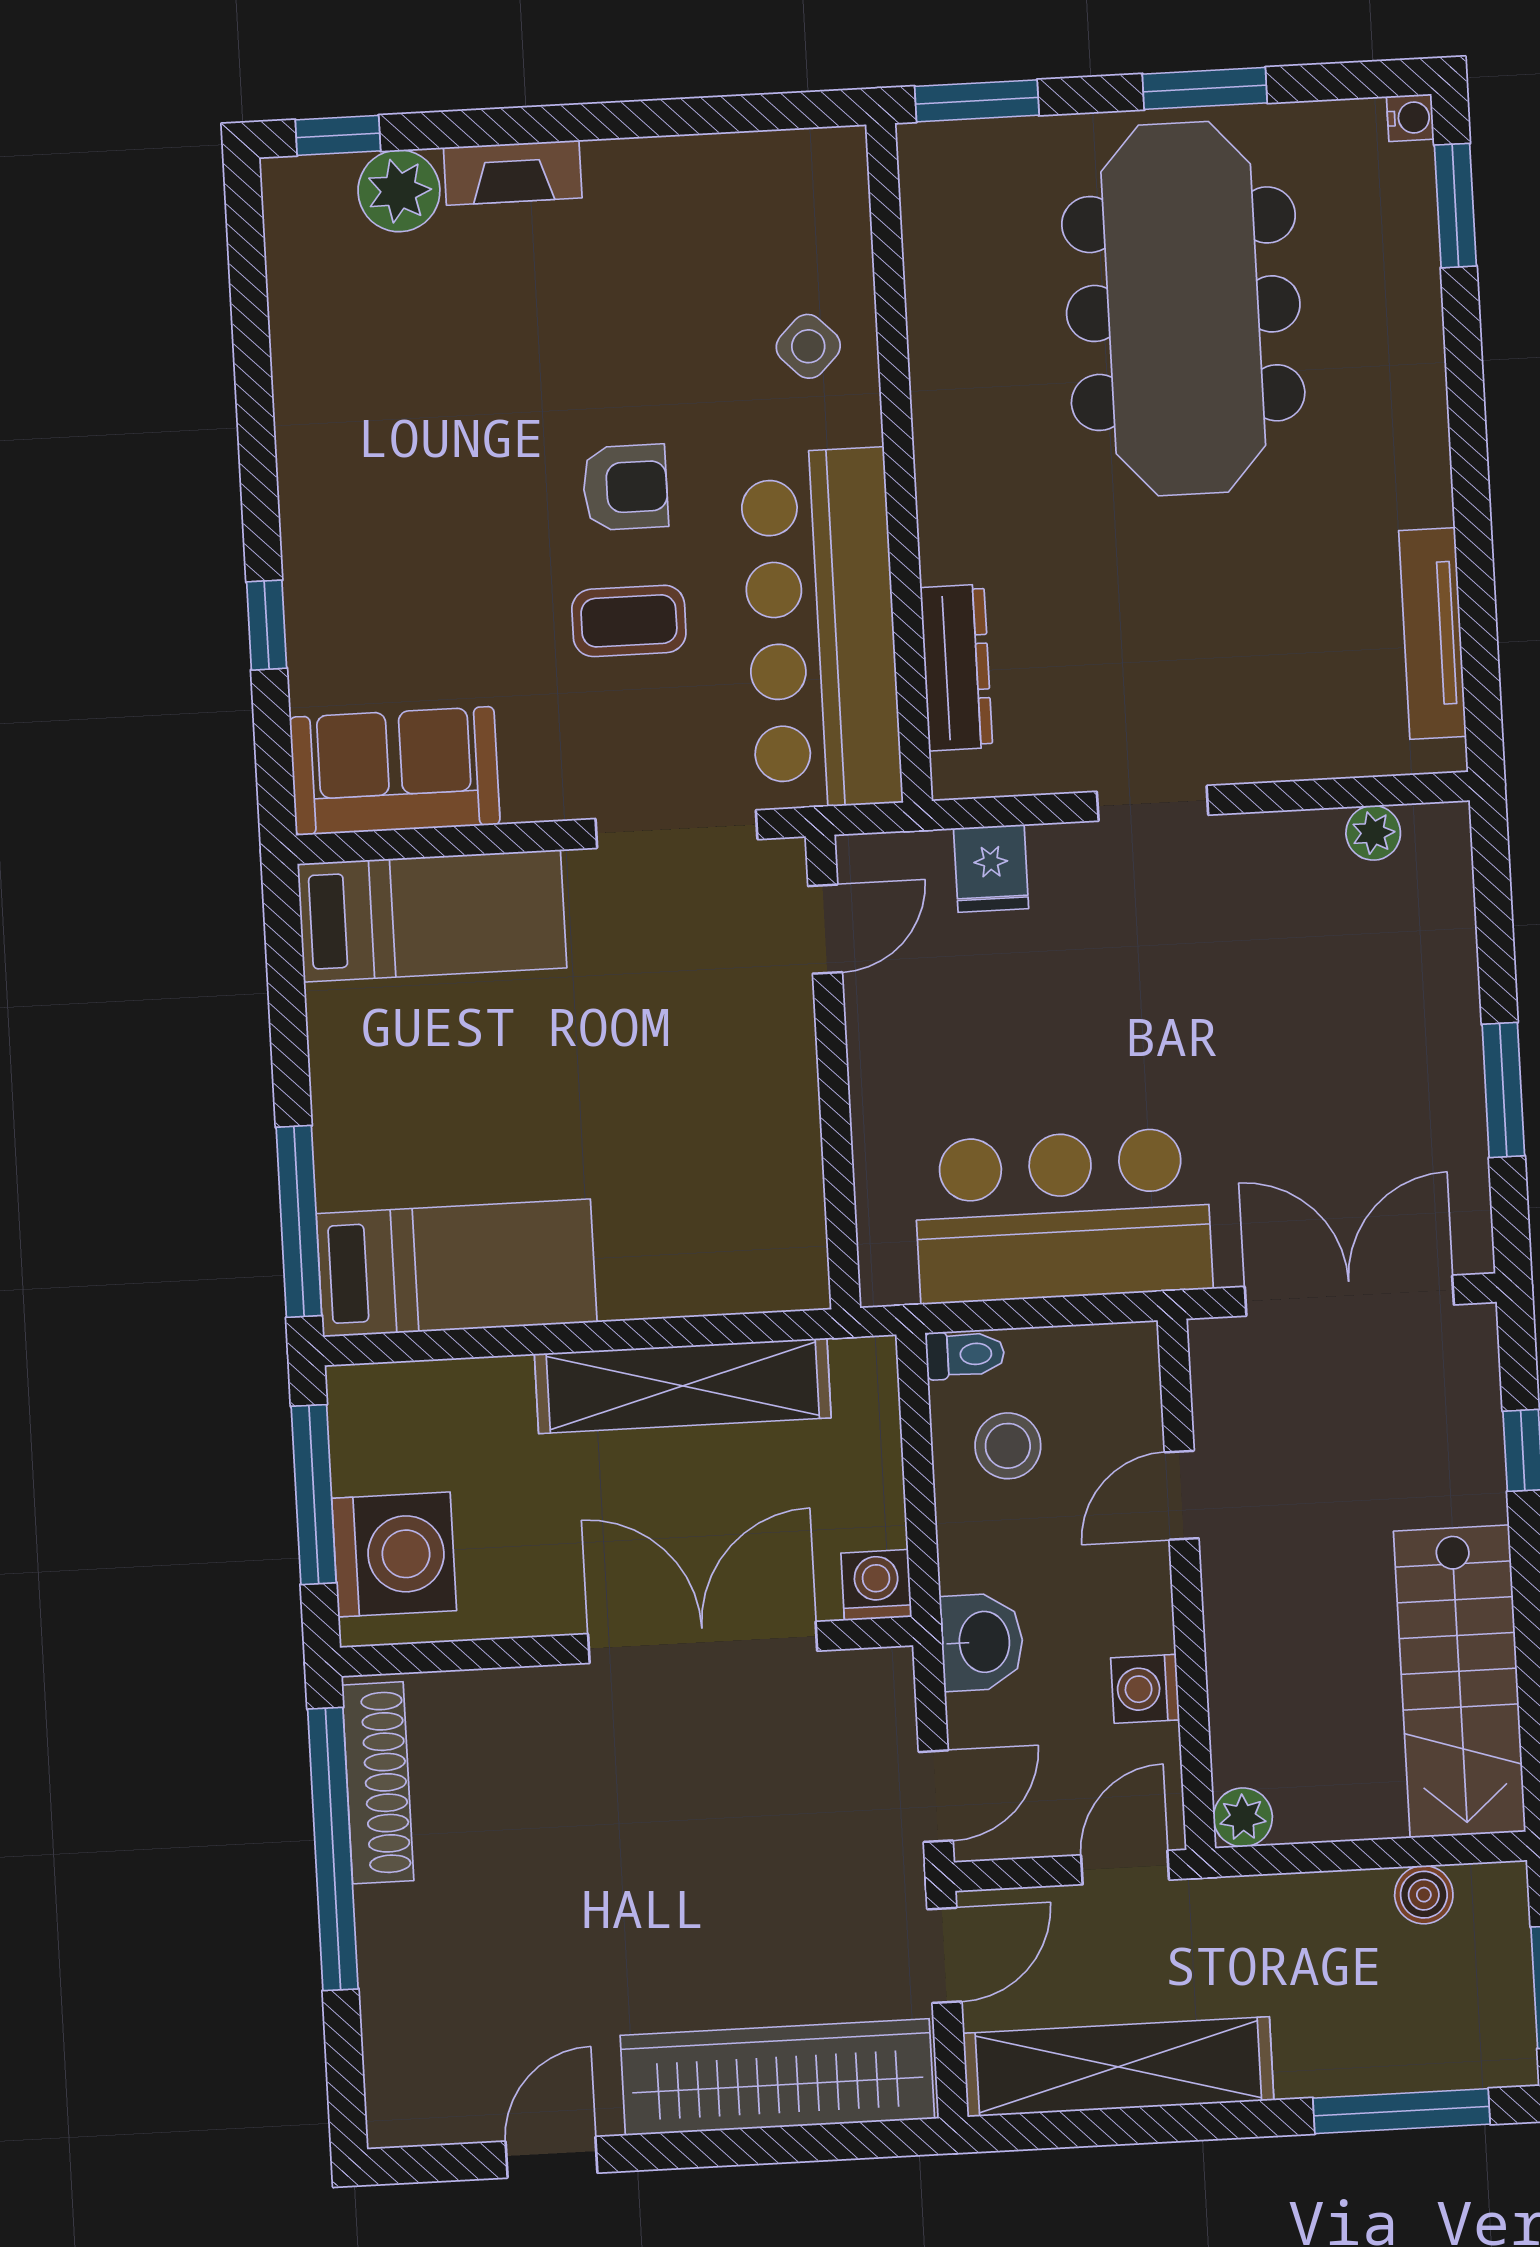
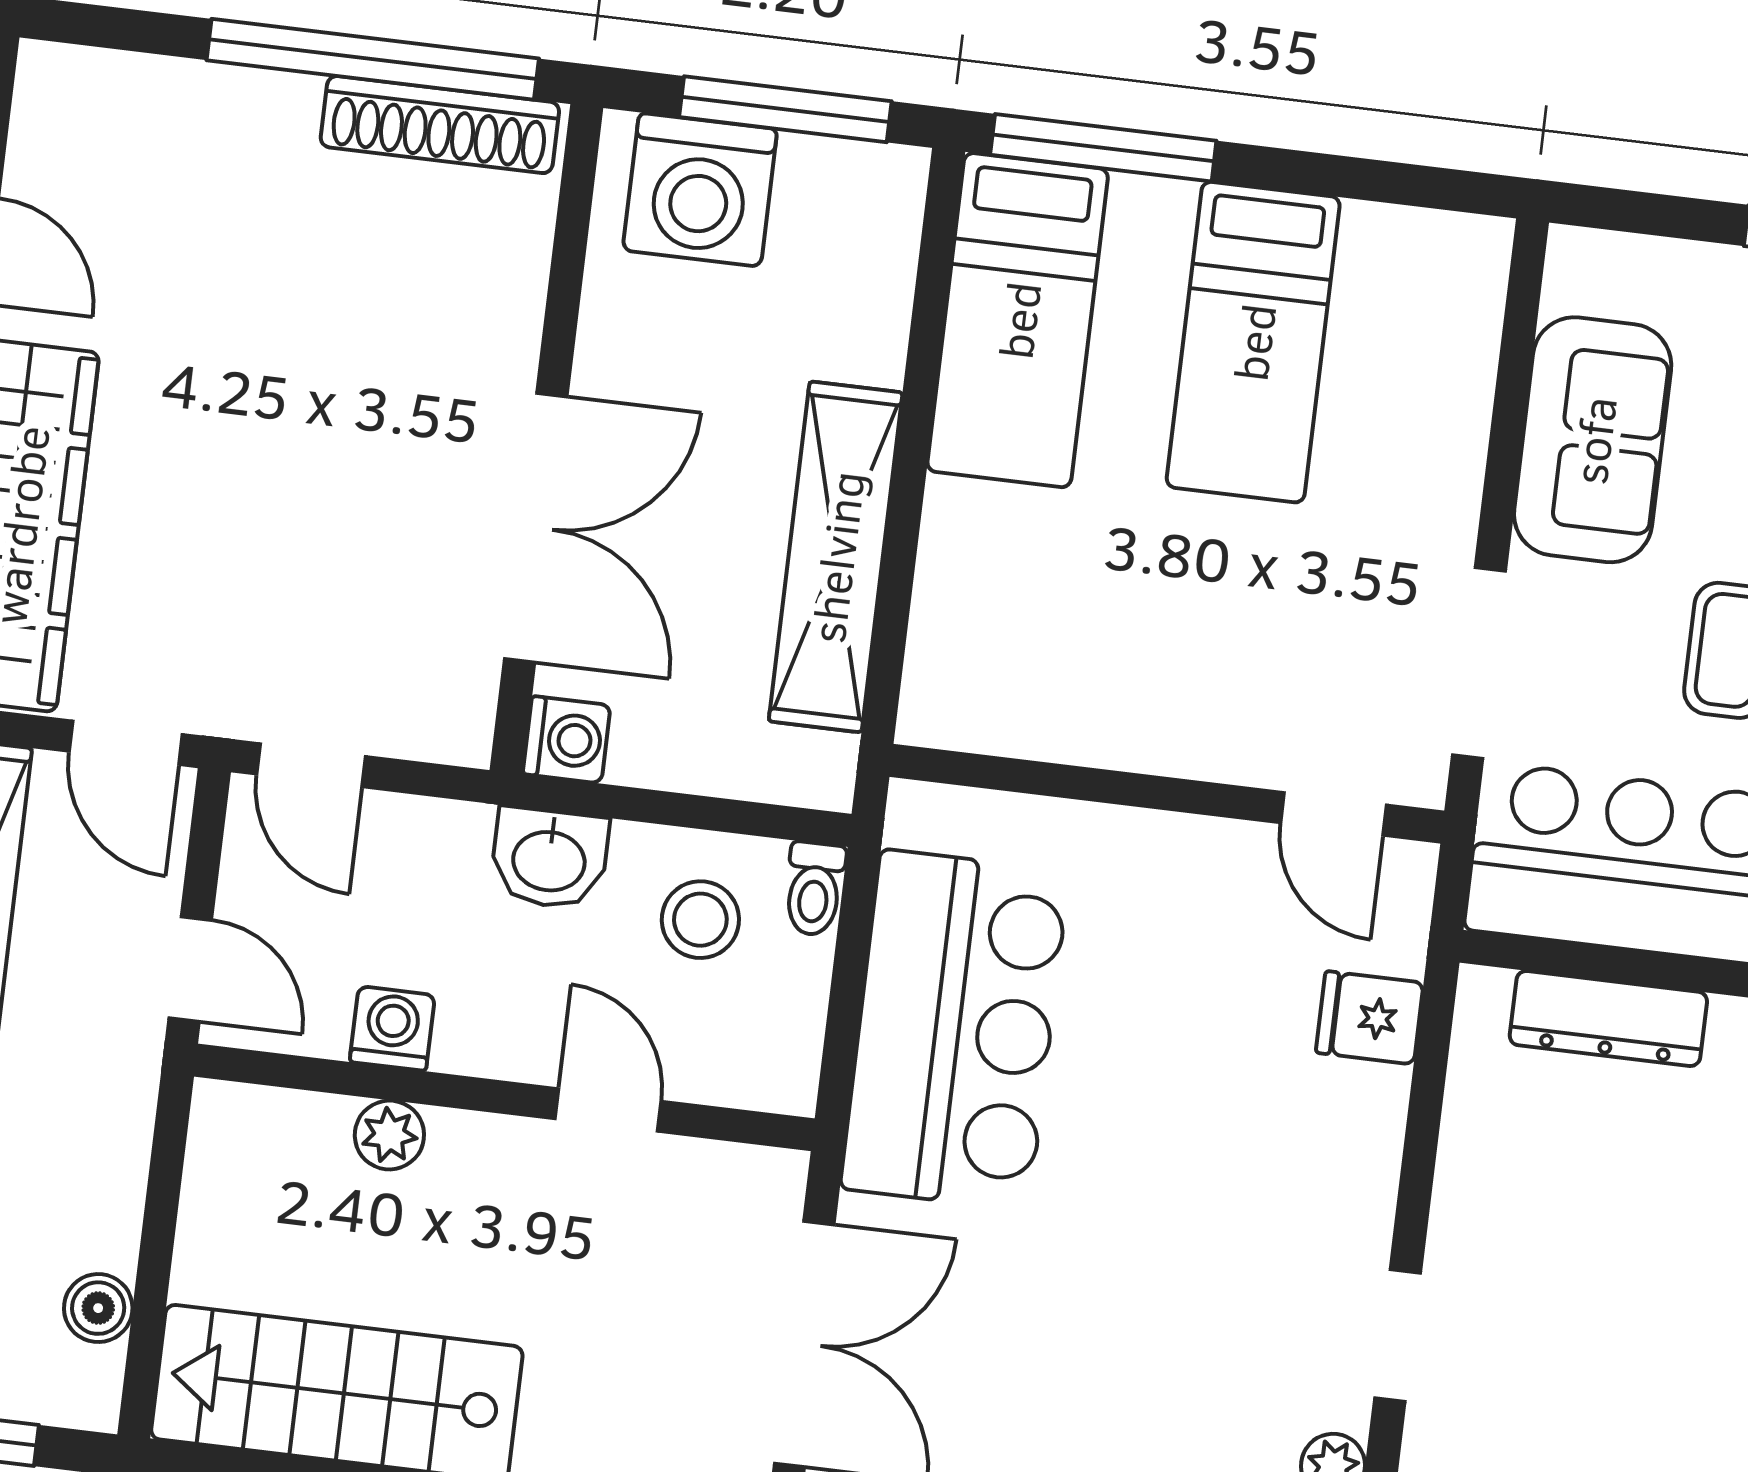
sofa: (395, 771) -> (1593, 440), moved
doorway: (1153, 803) -> (1398, 1335), moved
bed: (432, 916) -> (1253, 342), moved
washbasin: (982, 1642) -> (549, 858), moved
plant: (1243, 1817) -> (389, 1135), moved

